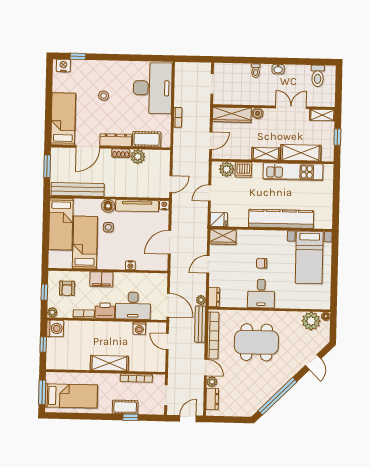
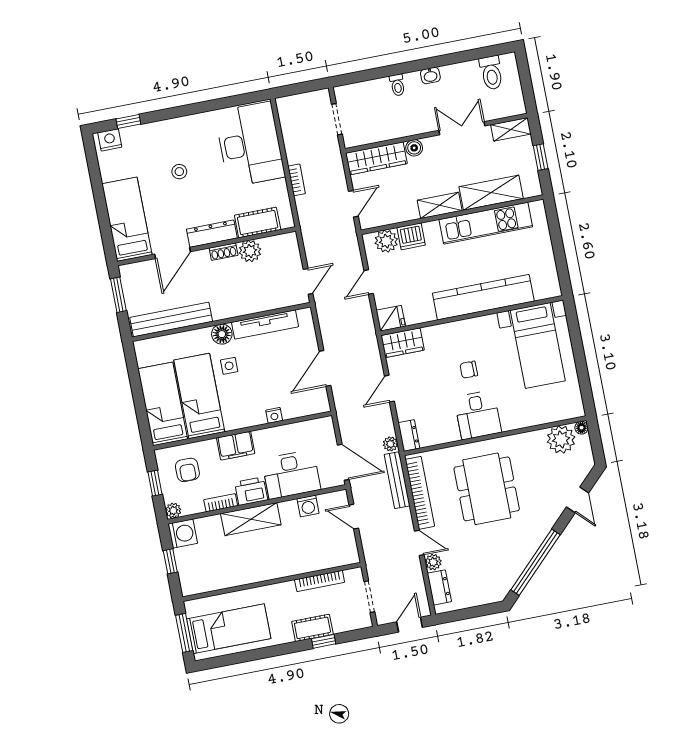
nightstand: (164, 205) -> (305, 315), removed
bed: (61, 224) -> (163, 404), moved, turned 180
dining table: (256, 342) -> (487, 489), turned 90
shelving: (109, 363) -> (251, 519), moved

